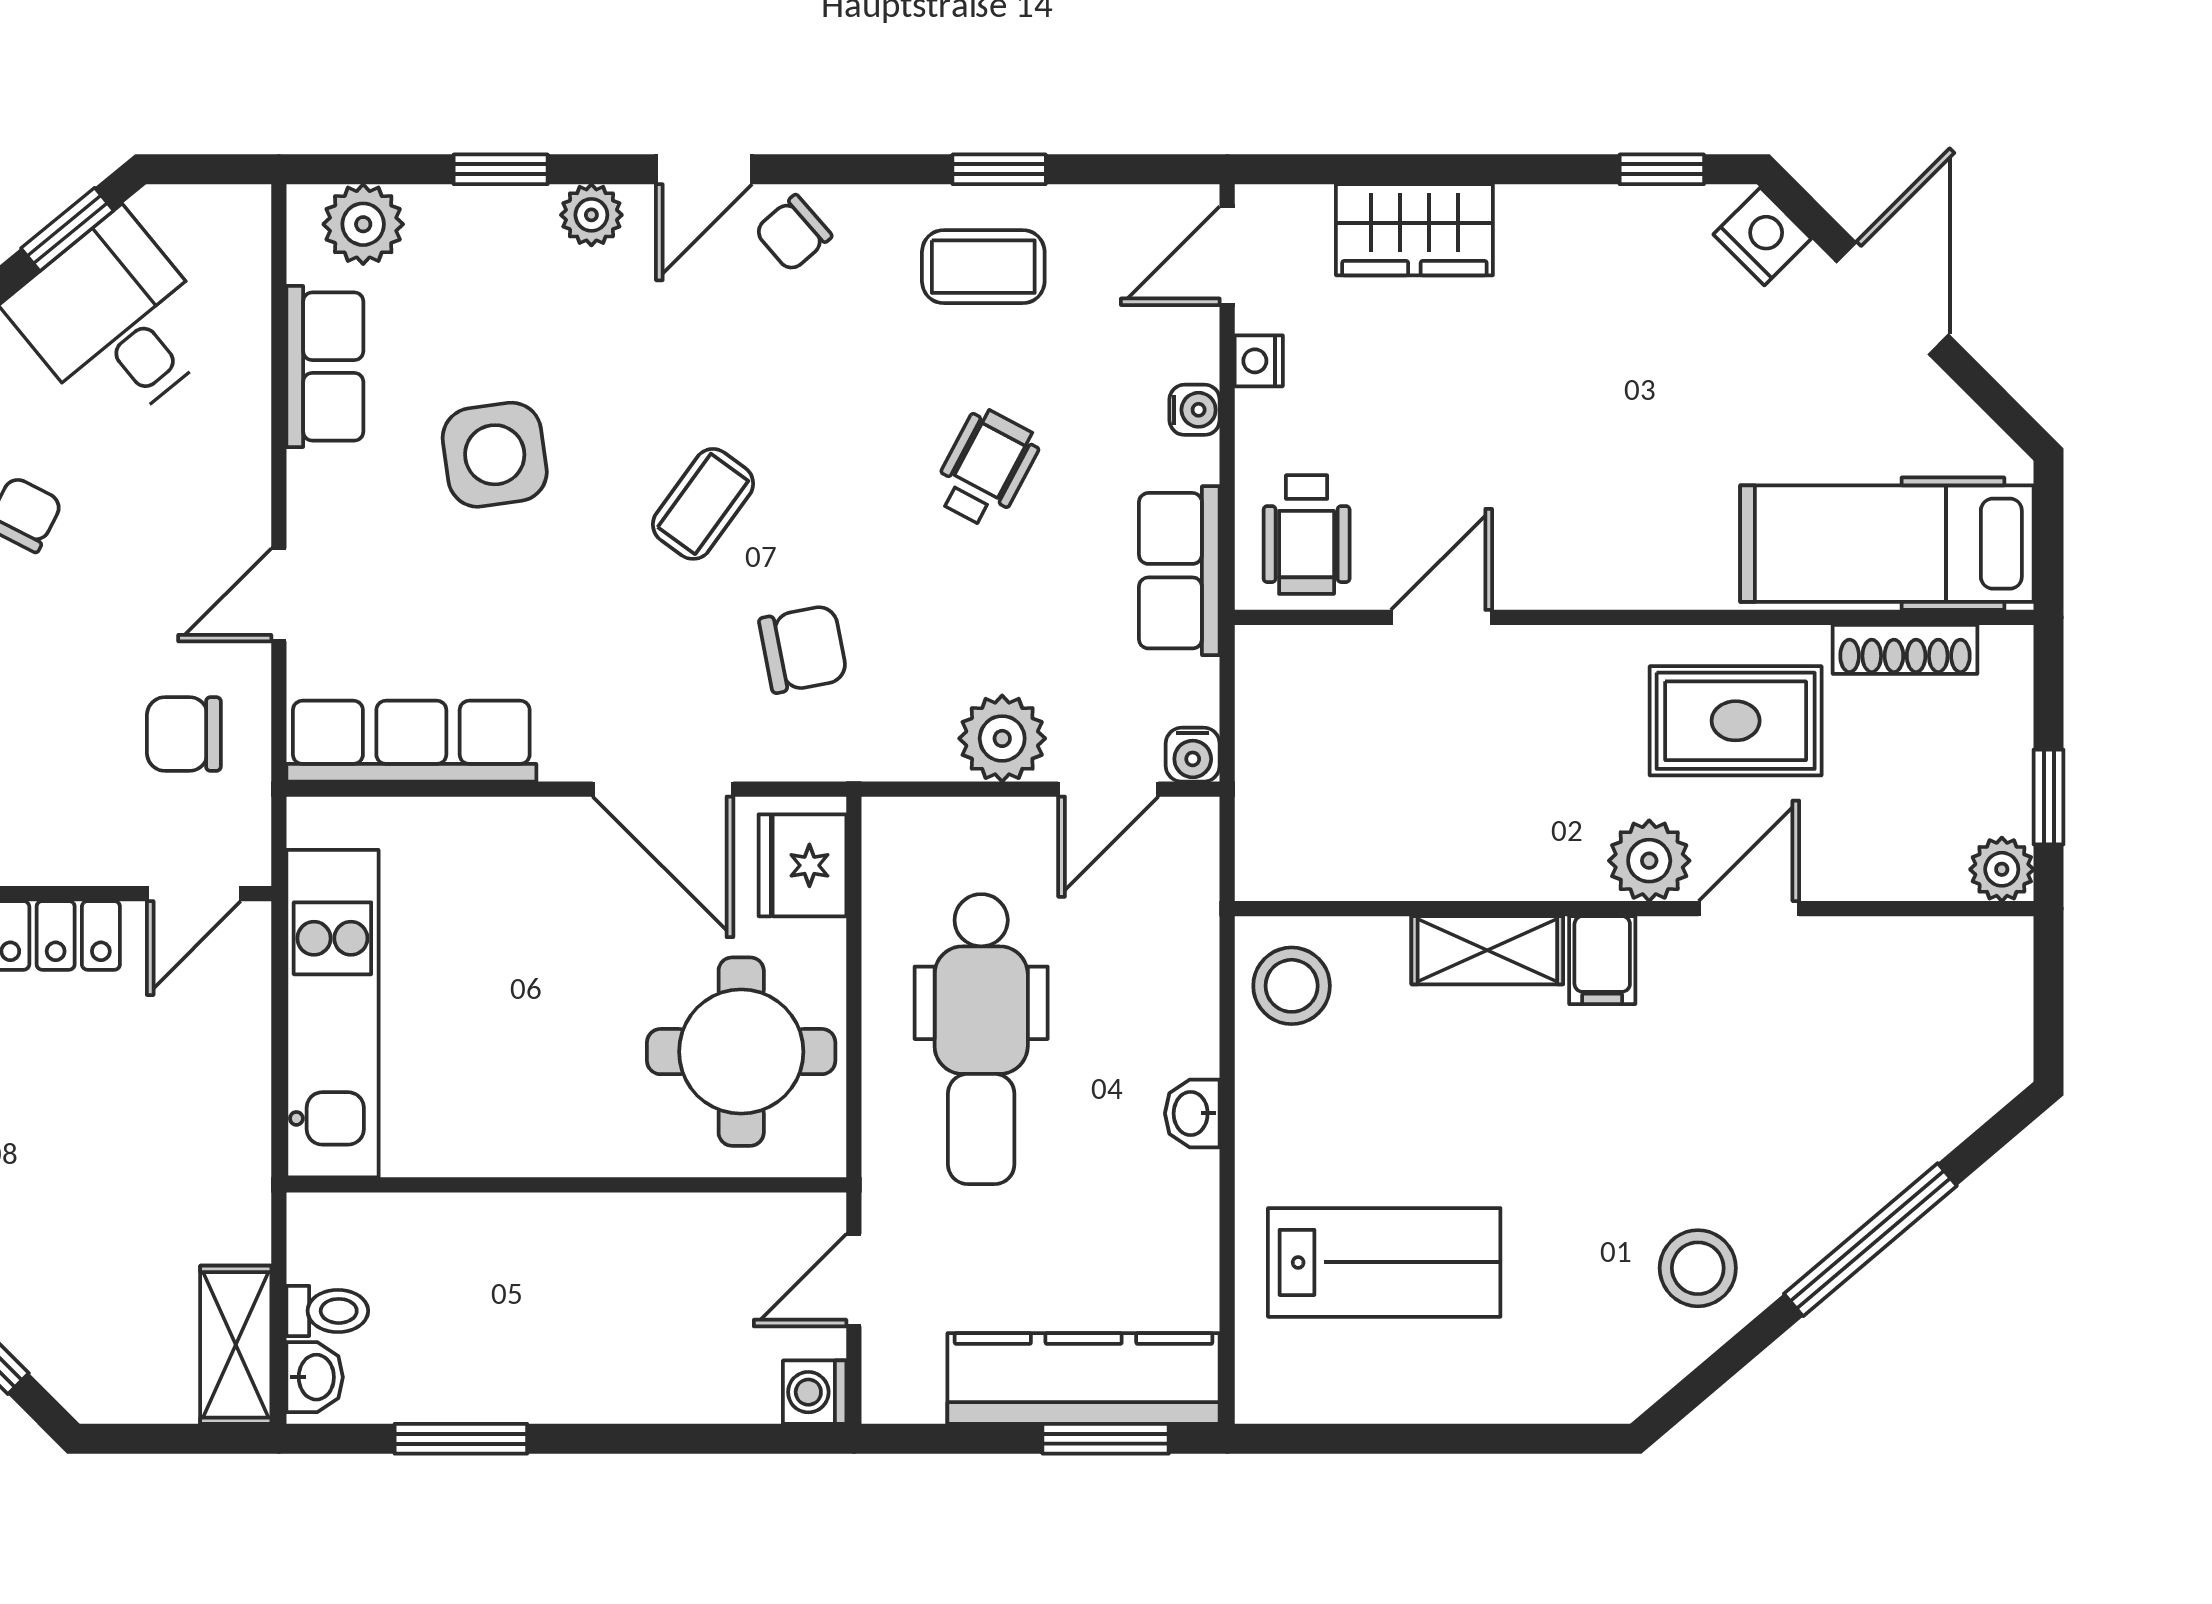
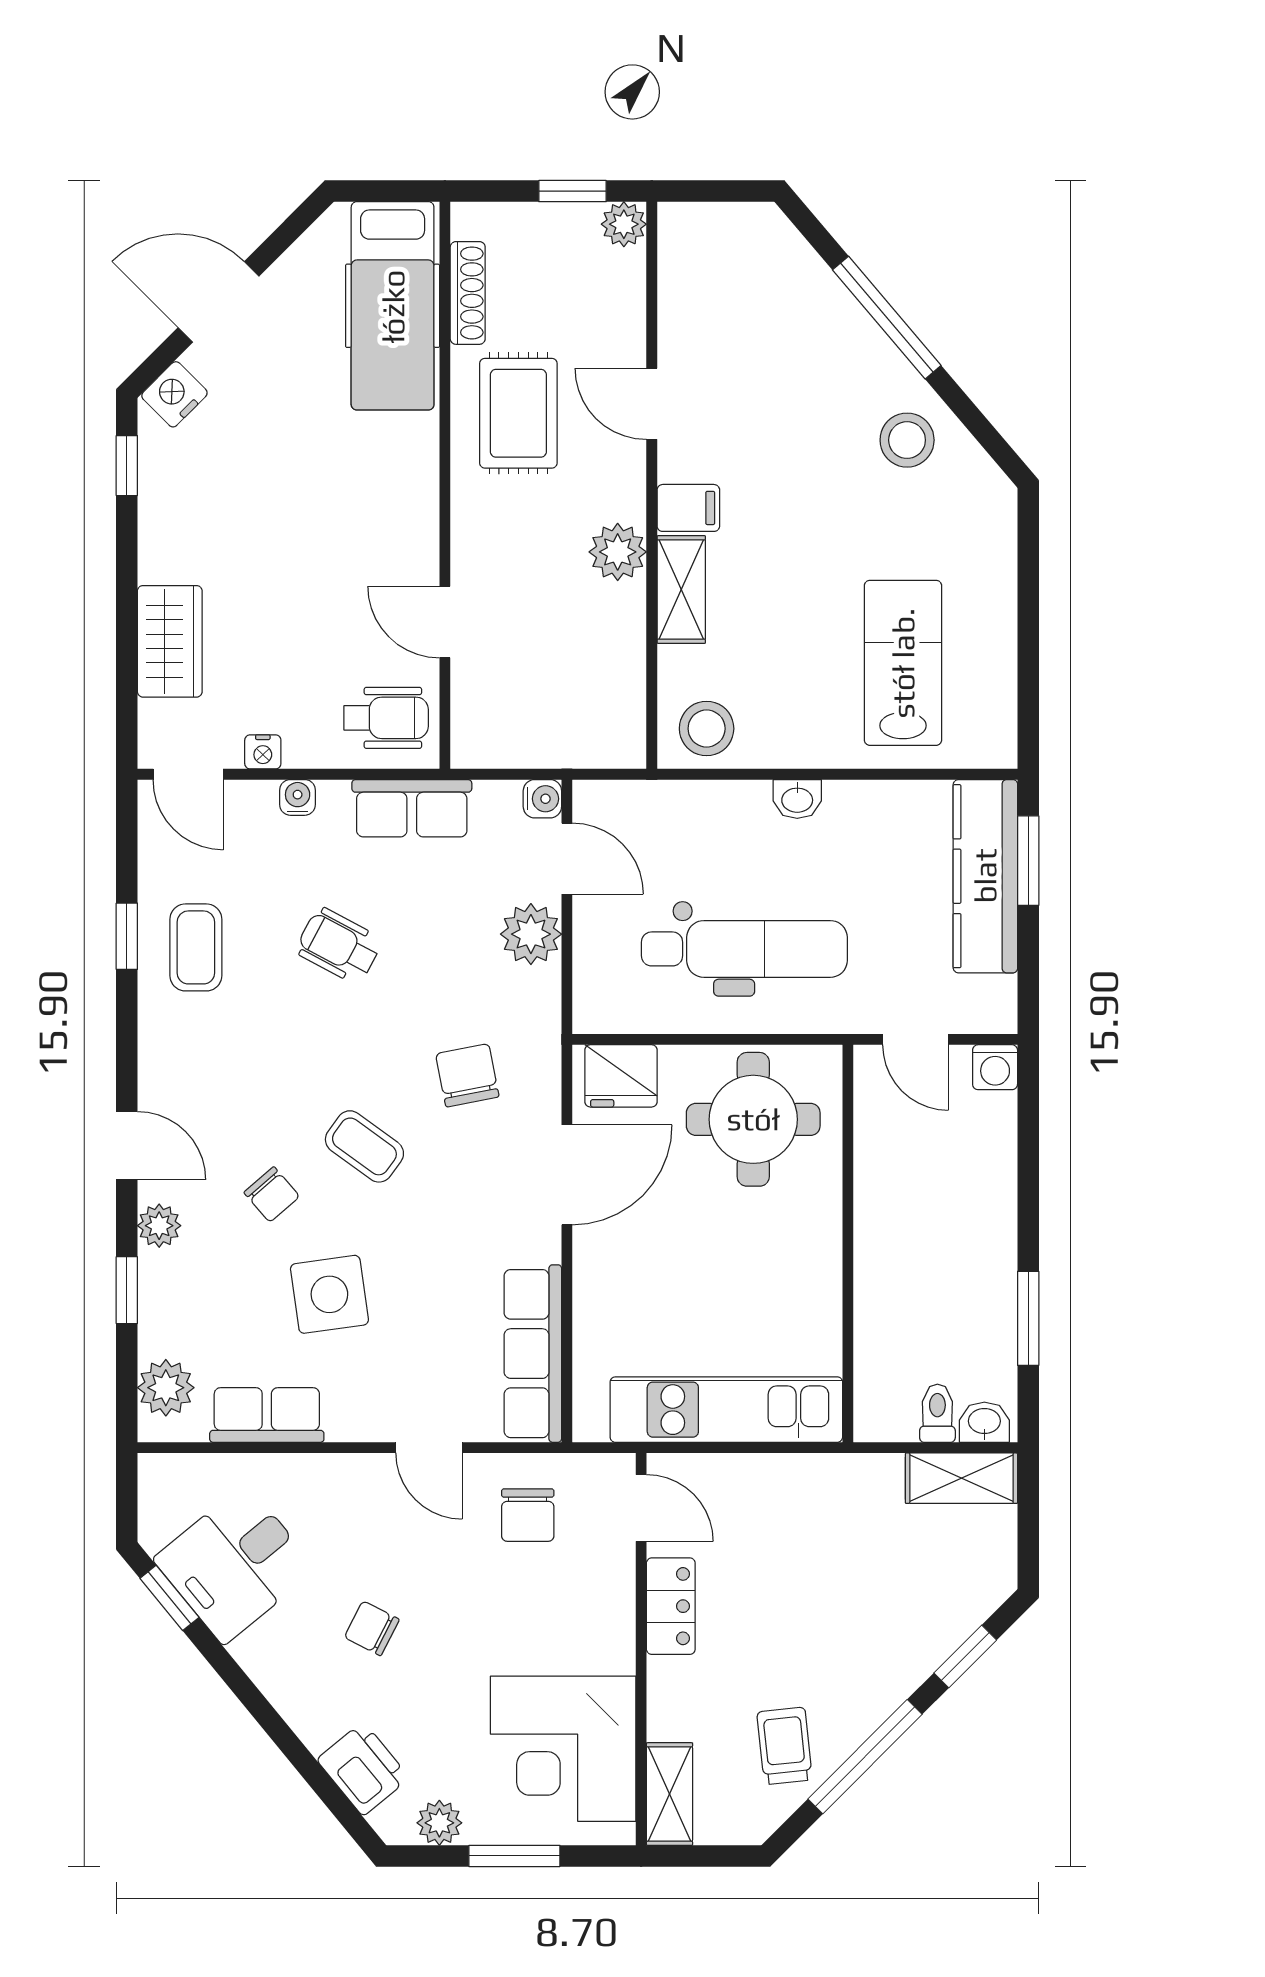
chair: (793, 233) -> (272, 1194), moved
plant: (1649, 861) -> (618, 552), moved

